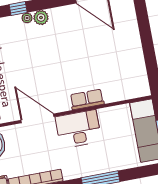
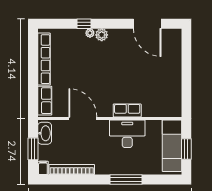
desk: (78, 129) -> (127, 134), moved

